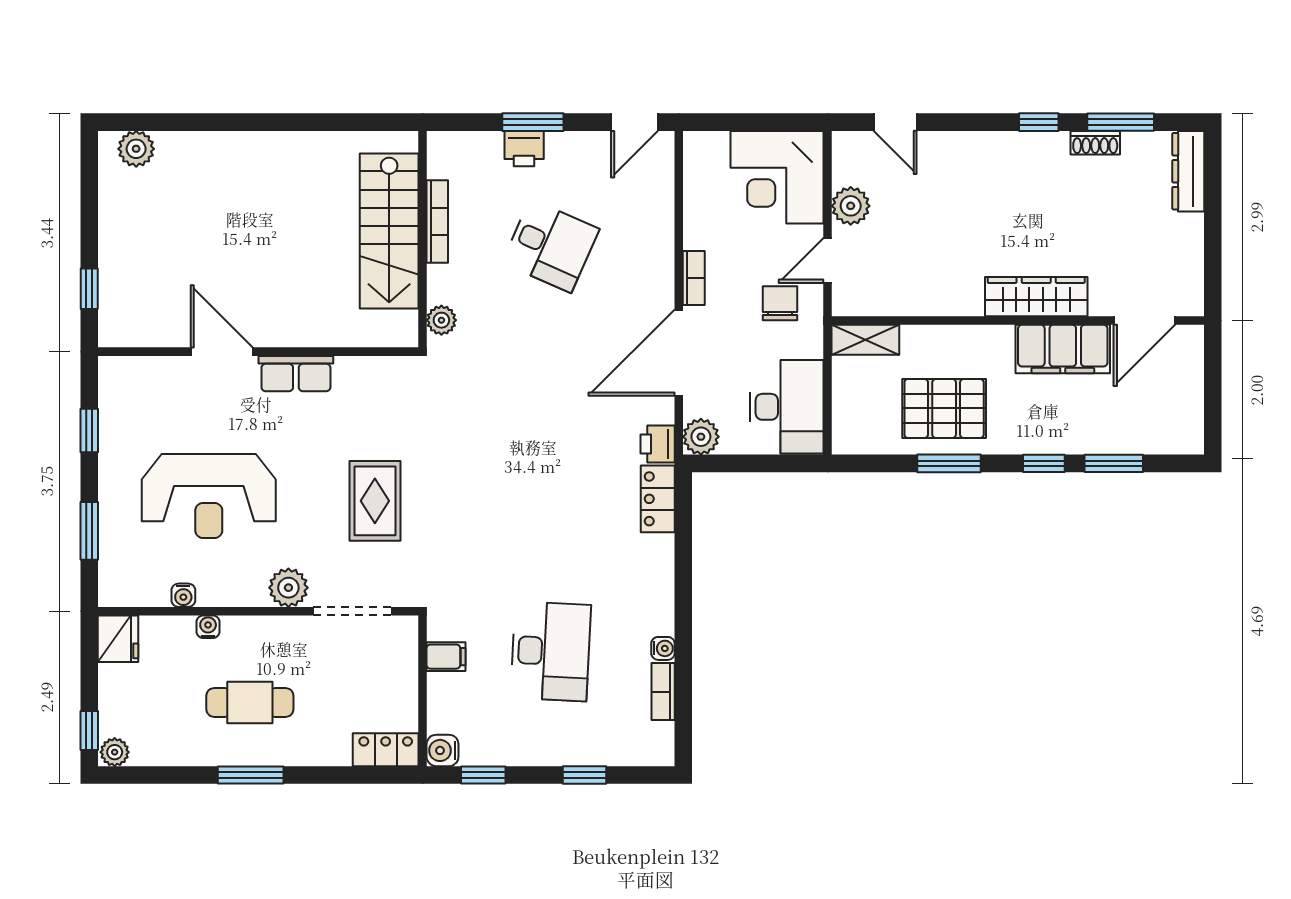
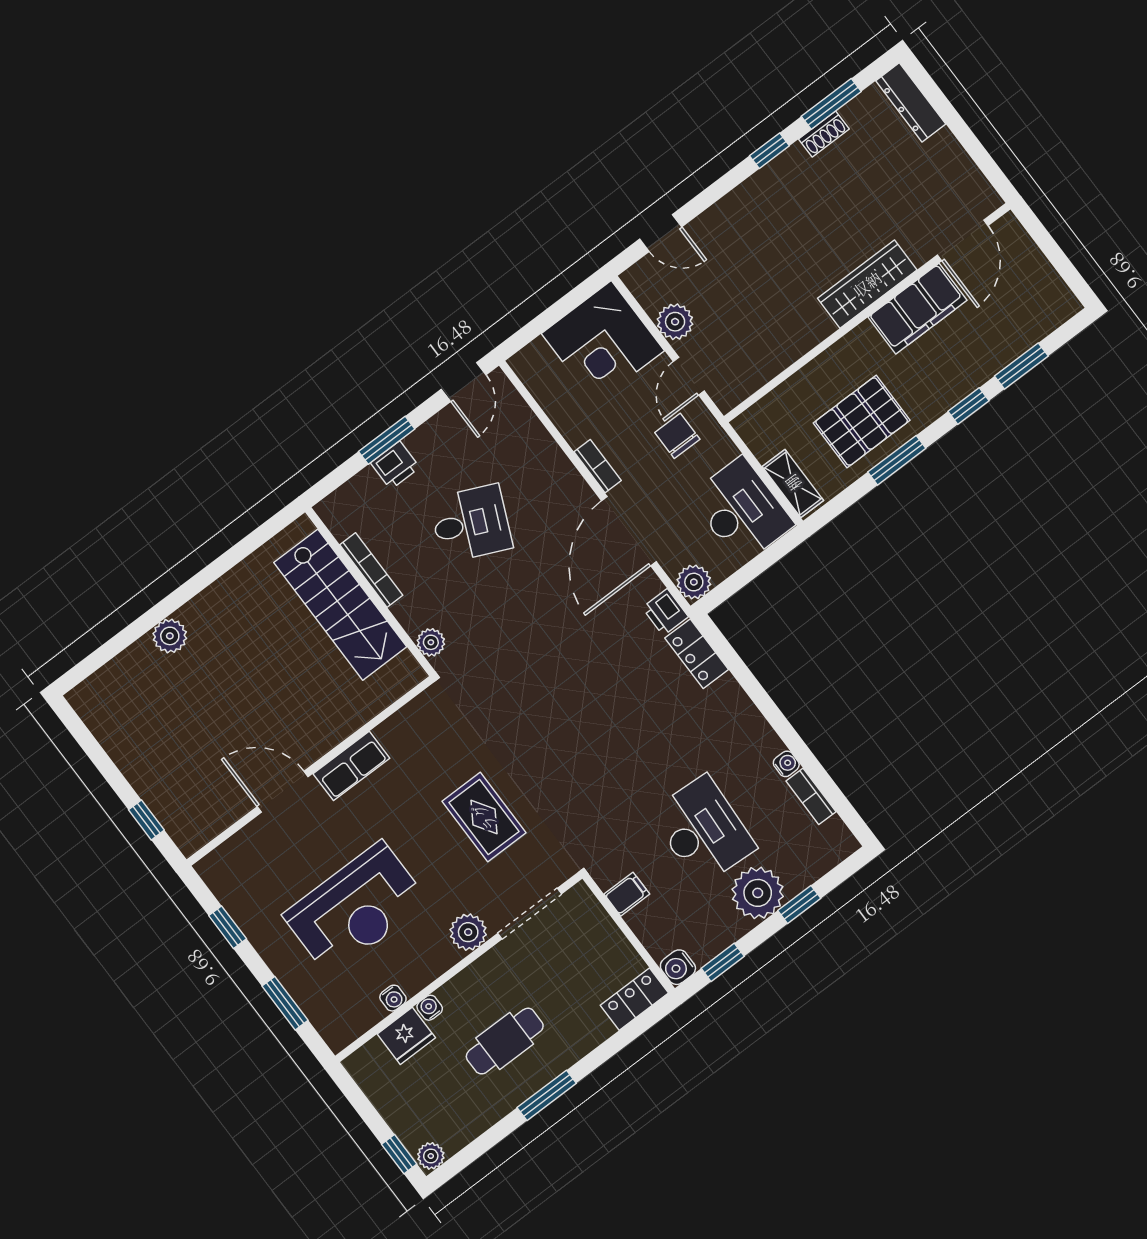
plant: (136, 149) -> (170, 636), moved
shelving: (865, 340) -> (793, 483), moved, turned 90
fridge: (118, 639) -> (406, 1036), moved, turned 90
plant: (557, 739) -> (758, 893), added

